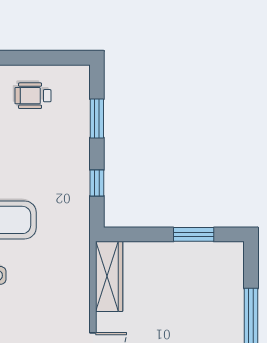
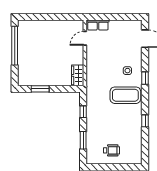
wardrobe: (109, 276) -> (78, 75), width x0.67

